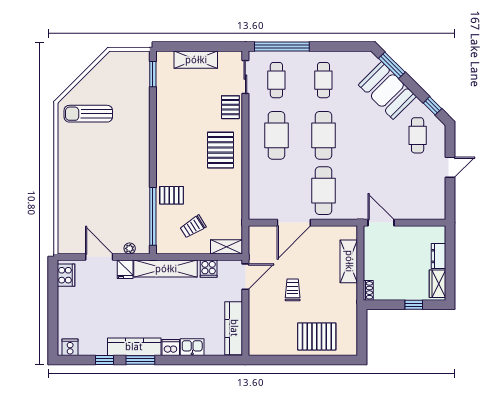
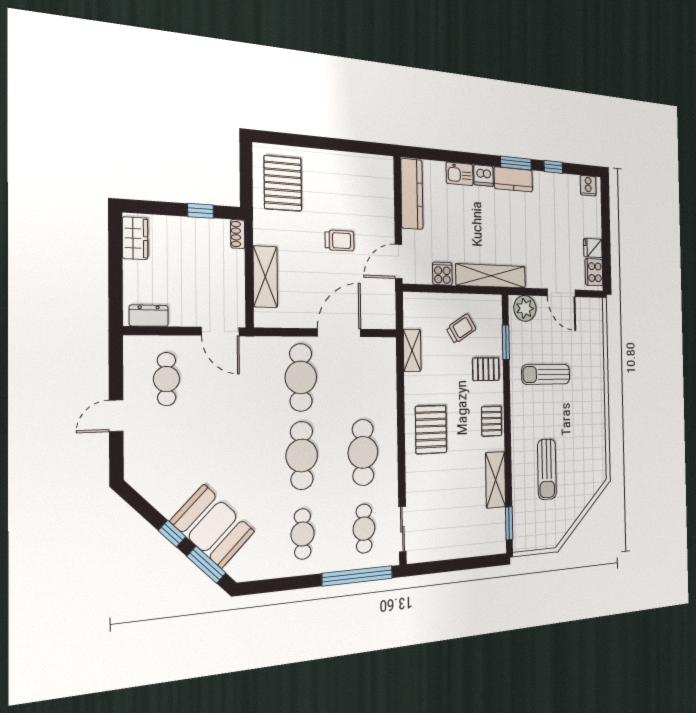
shelving: (196, 60) -> (496, 480), moved, turned 90
window: (432, 106) -> (172, 534), moved
pallet: (230, 107) -> (492, 421), moved
sun lounger: (88, 114) -> (547, 469), moved, turned 90
cafe table: (418, 135) -> (167, 379), moved
sun lounger: (116, 191) -> (546, 374), added
window: (153, 216) -> (506, 342), width x0.47
shelving: (227, 247) -> (412, 350), moved, turned 90
plant: (130, 248) -> (525, 308), width x1.87, depth x1.87
dresser: (438, 256) -> (149, 316), moved, turned -90
fridge: (125, 269) -> (593, 248), moved, turned -90
trolley: (293, 290) -> (340, 240), turned -90
window: (414, 305) -> (201, 211), moved
pallet: (317, 336) -> (283, 183), moved, turned 90
kitchen counter: (134, 347) -> (513, 179), width x0.67

